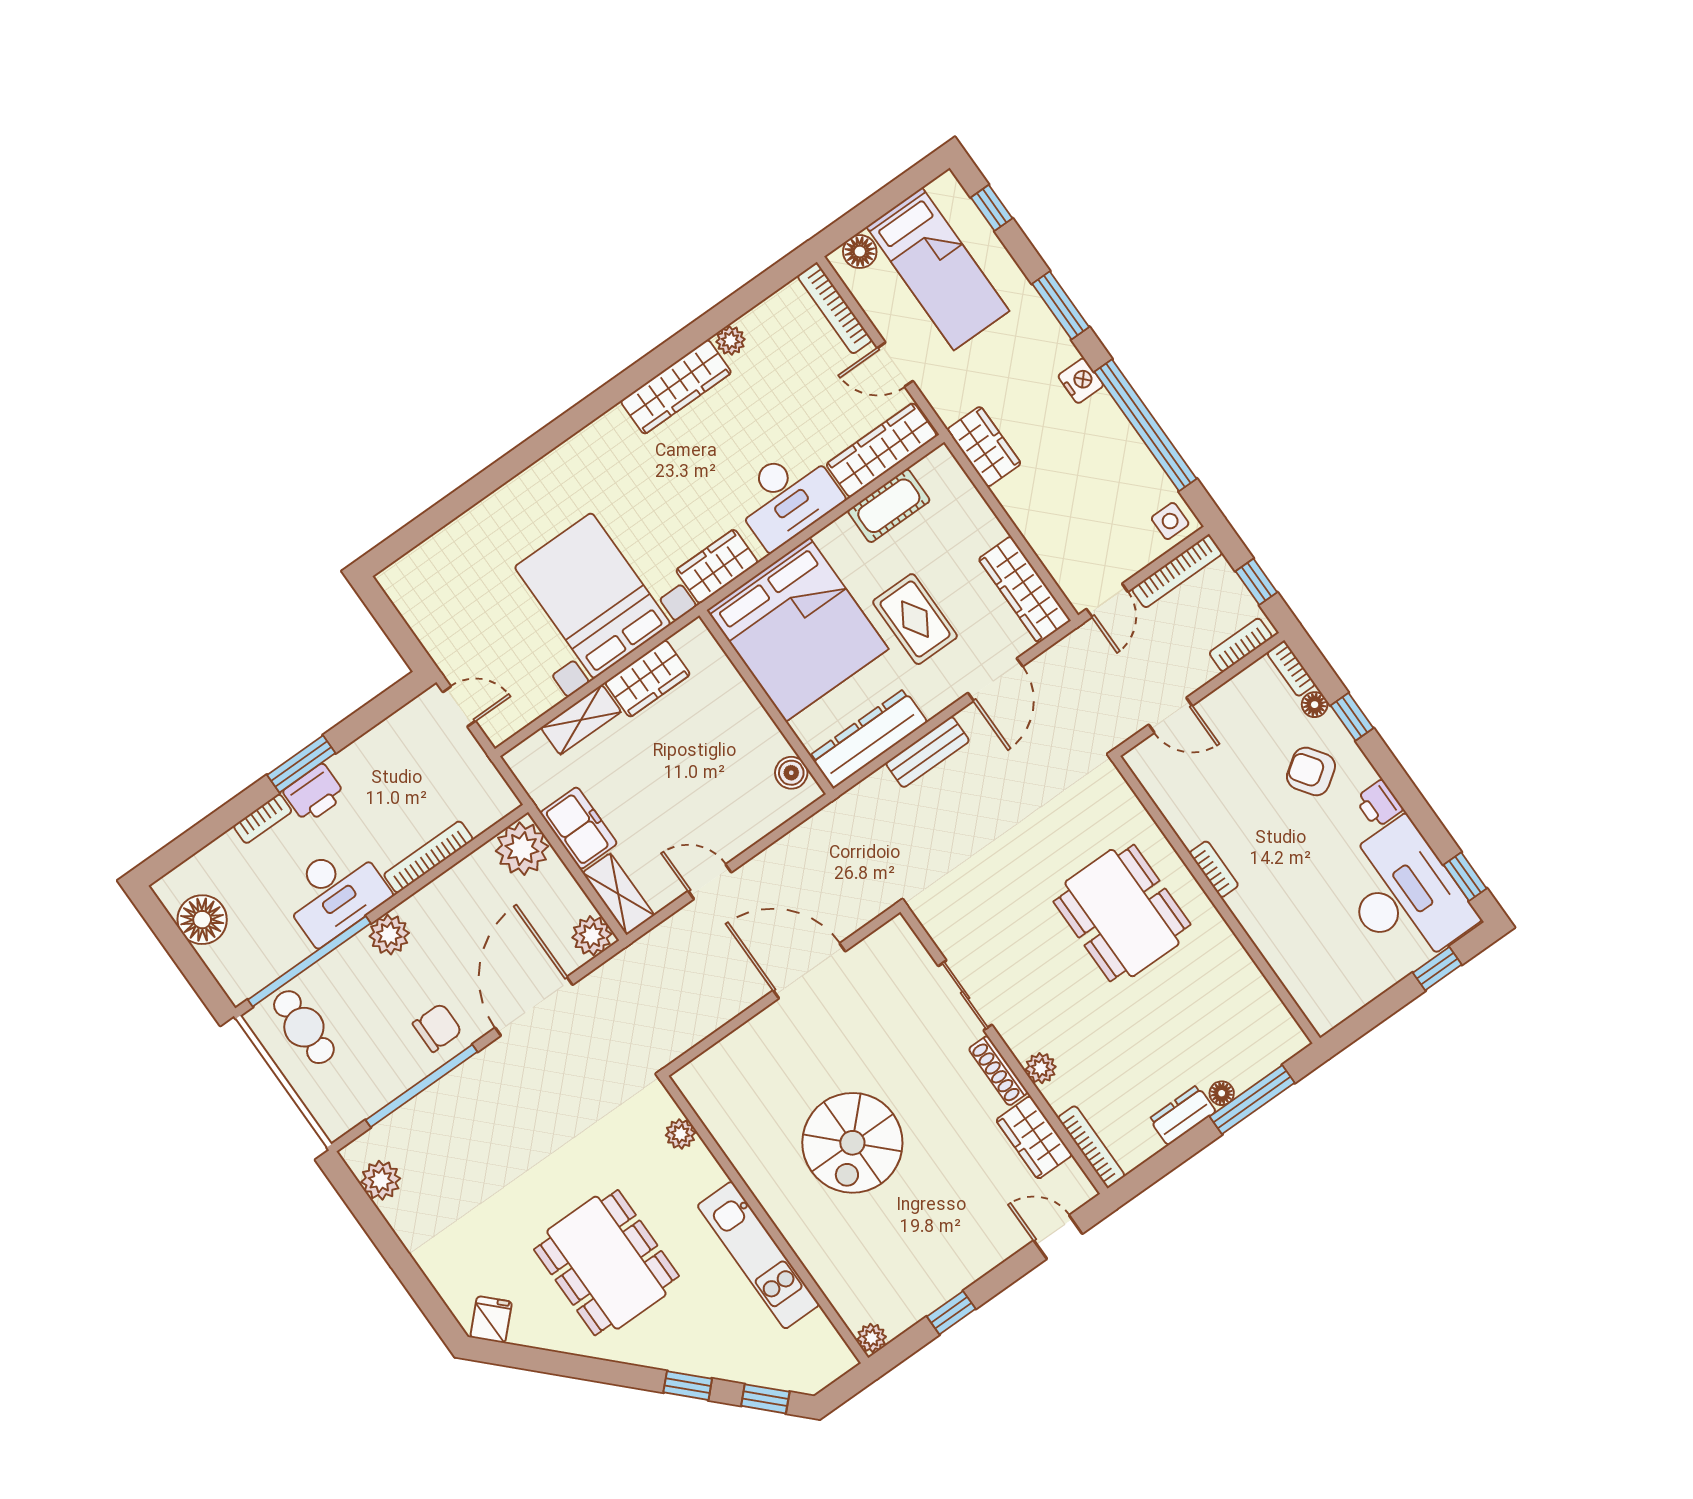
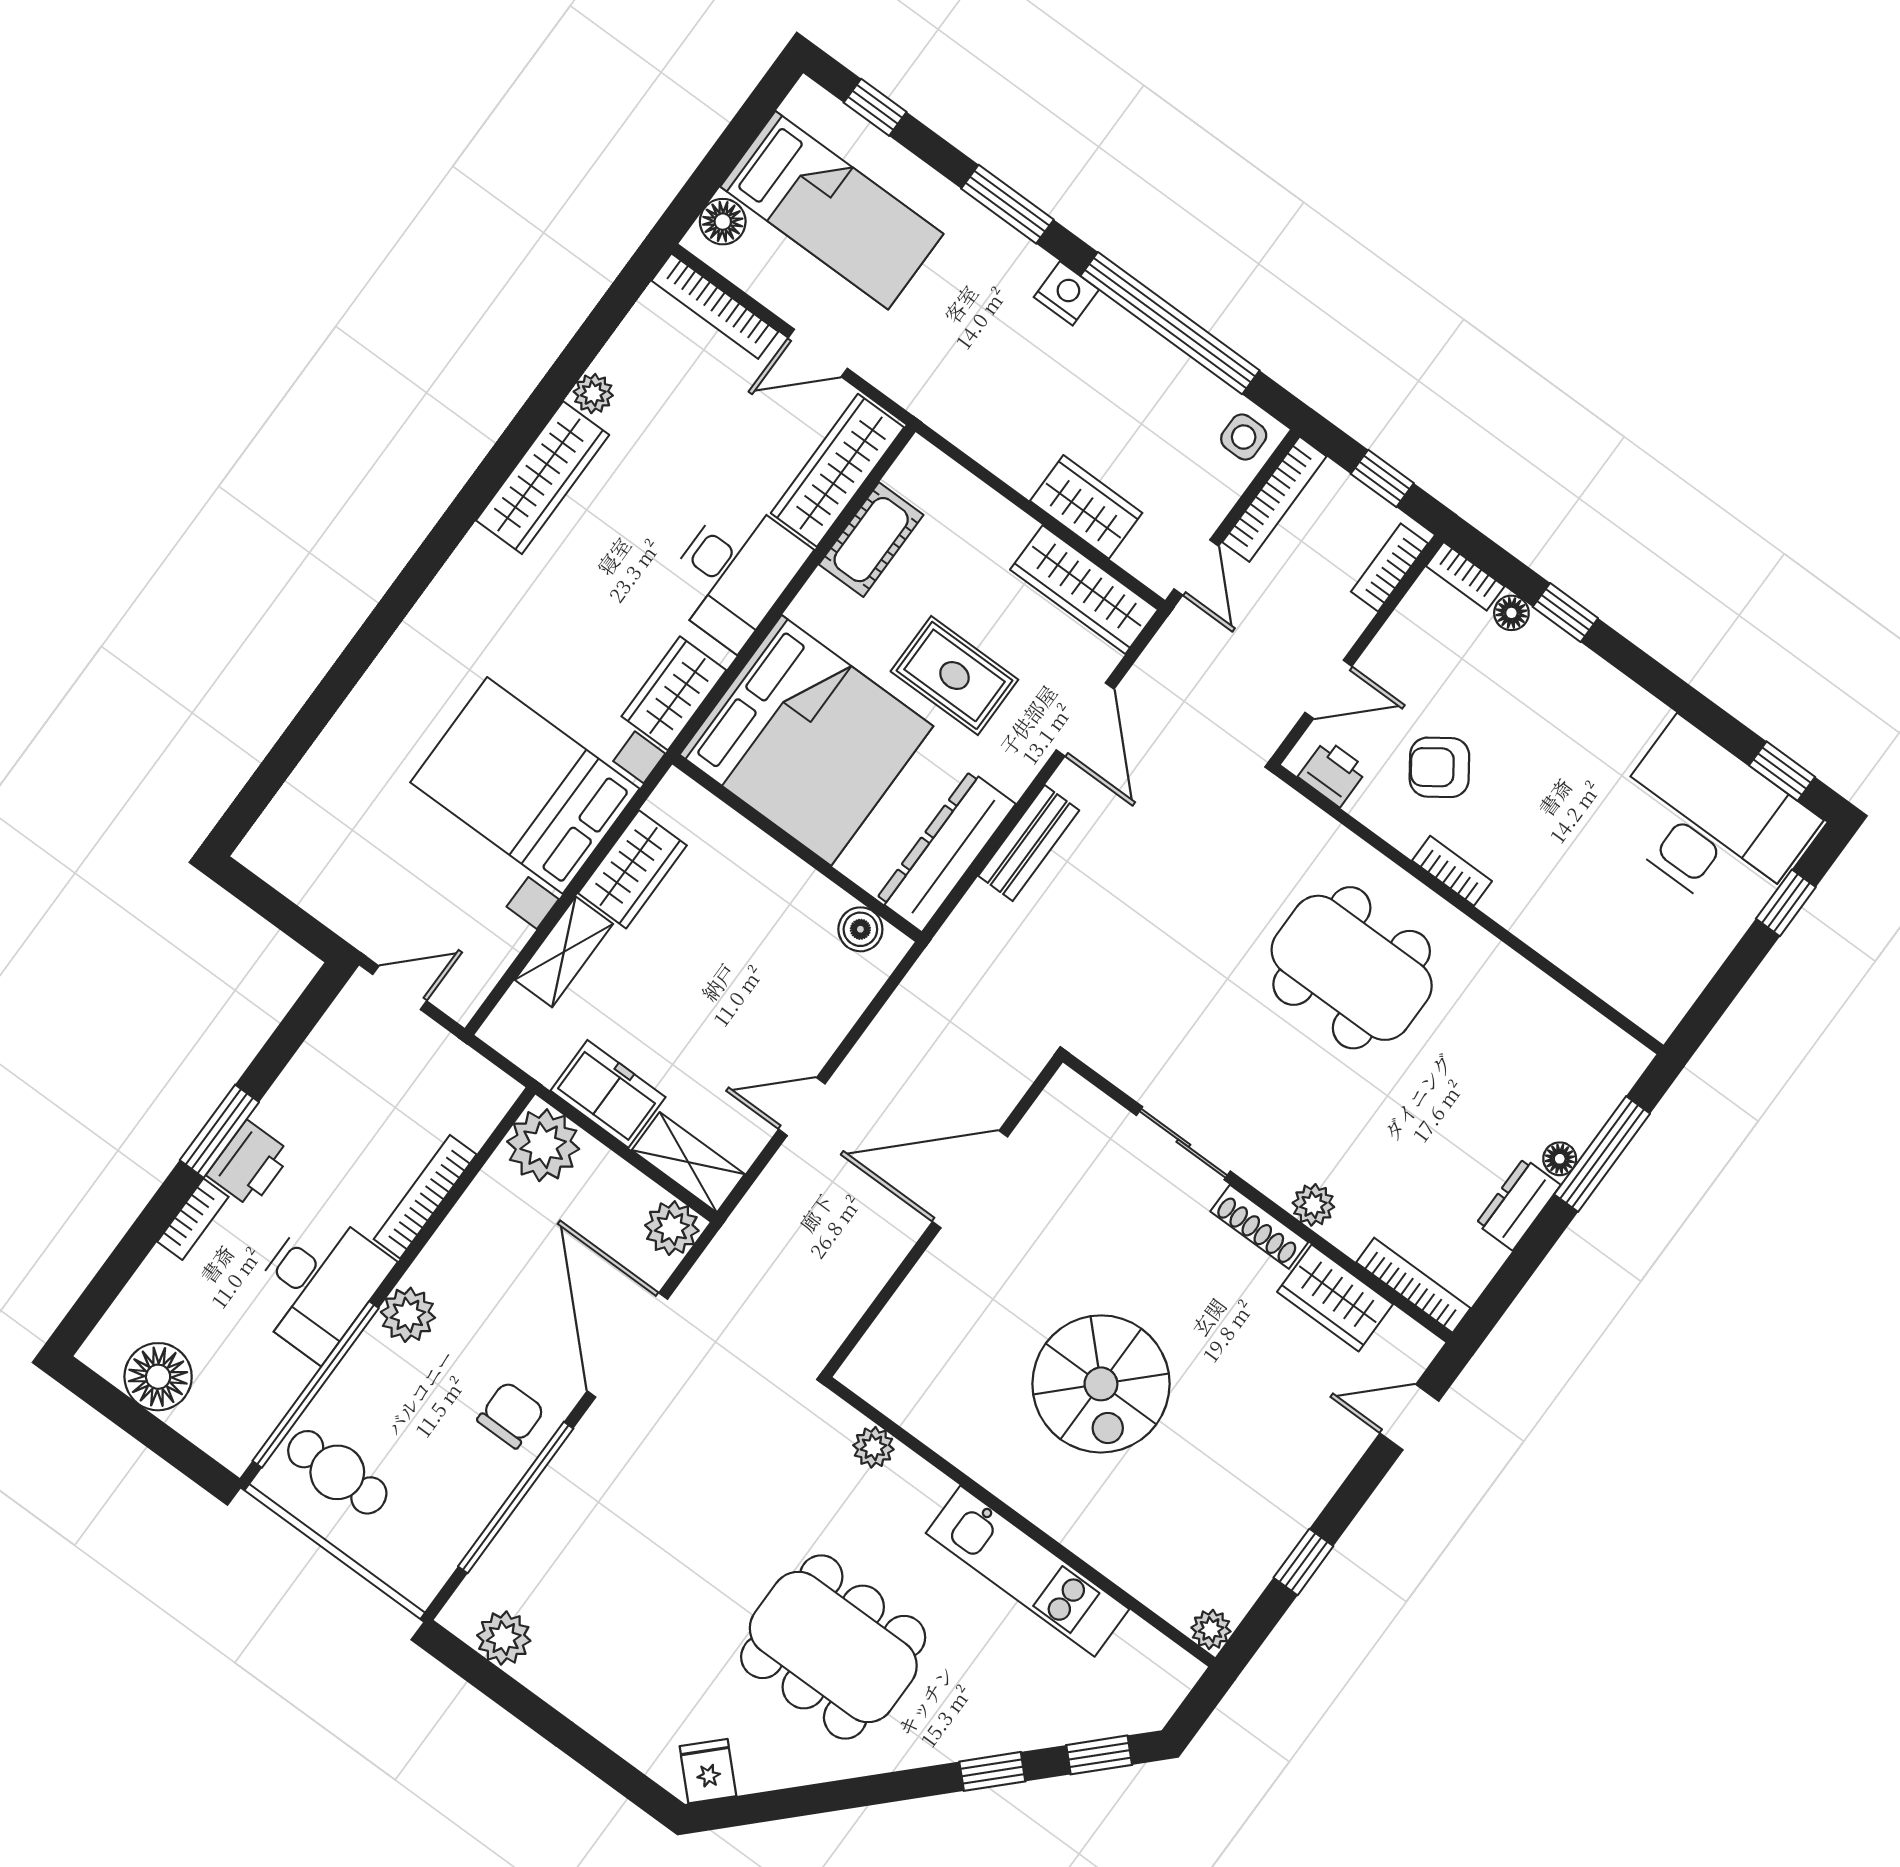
wardrobe: (984, 447) -> (1086, 507), moved
armchair: (1311, 771) -> (1439, 767), moved
printer: (1379, 804) -> (1333, 773), moved, turned 180

